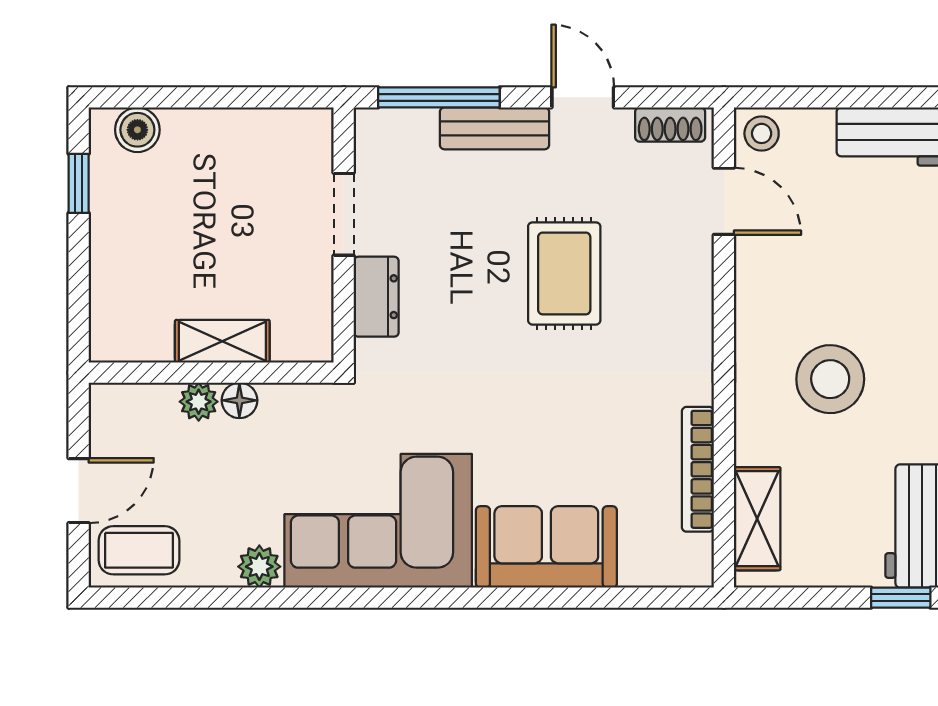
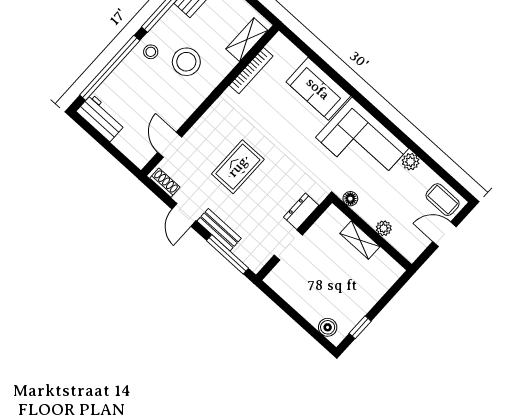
stool: (762, 133) -> (151, 52), moved
floor lamp: (239, 400) -> (350, 199), moved

